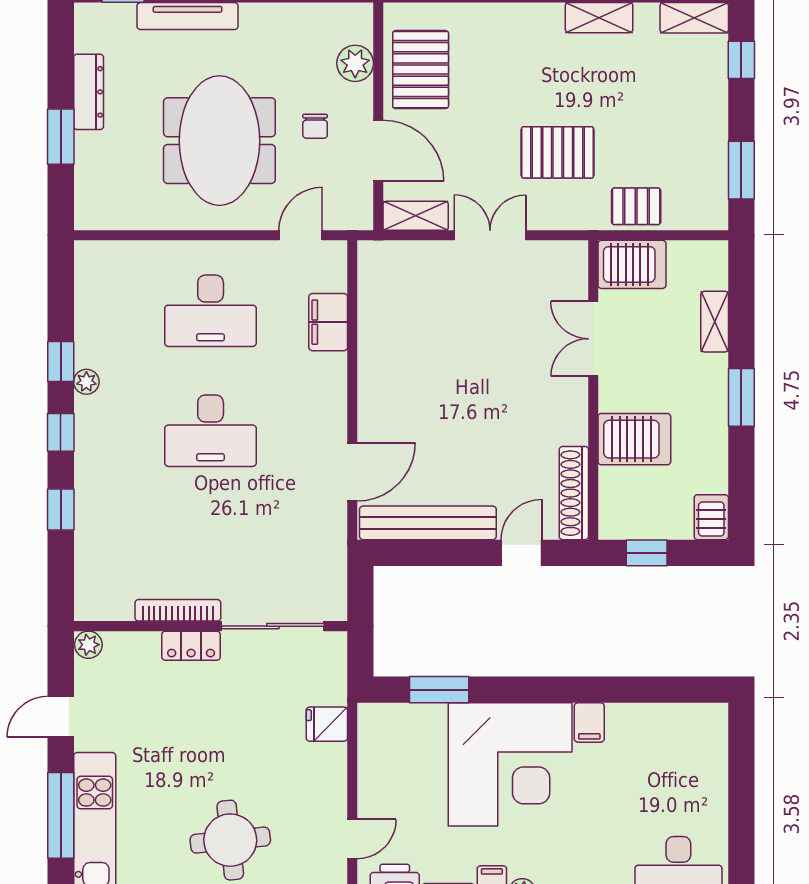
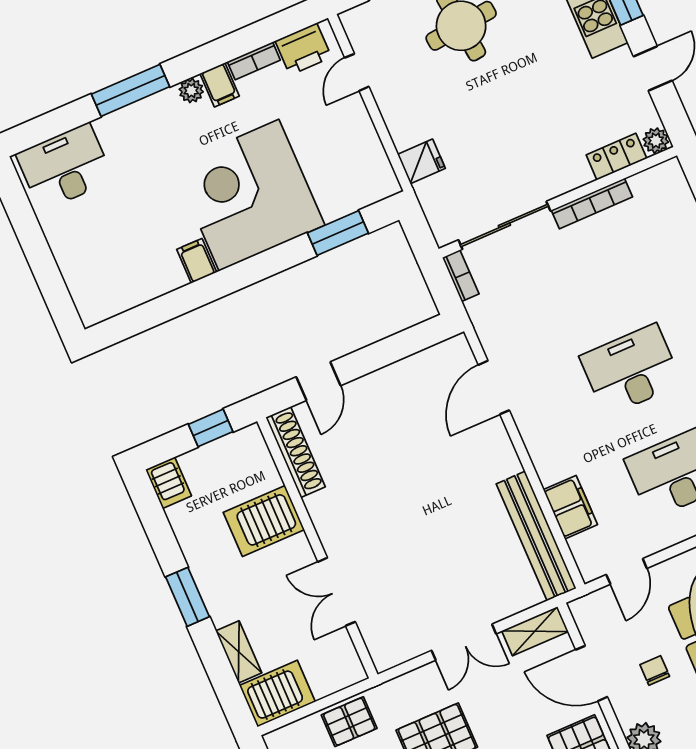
server rack: (632, 264) -> (277, 694), moved, turned 180
double door: (593, 339) -> (337, 592), swing flipped
bench: (428, 523) -> (536, 536), moved, turned 90
bookcase: (337, 596) -> (461, 276), added
locker: (191, 646) -> (616, 157), moved

